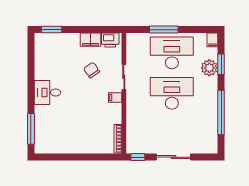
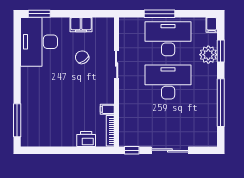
printer: (110, 40) -> (86, 139), moved, turned 180
desk: (47, 93) -> (39, 42), moved, width x1.87, depth x1.30
filing cabinet: (115, 98) -> (107, 109), moved

